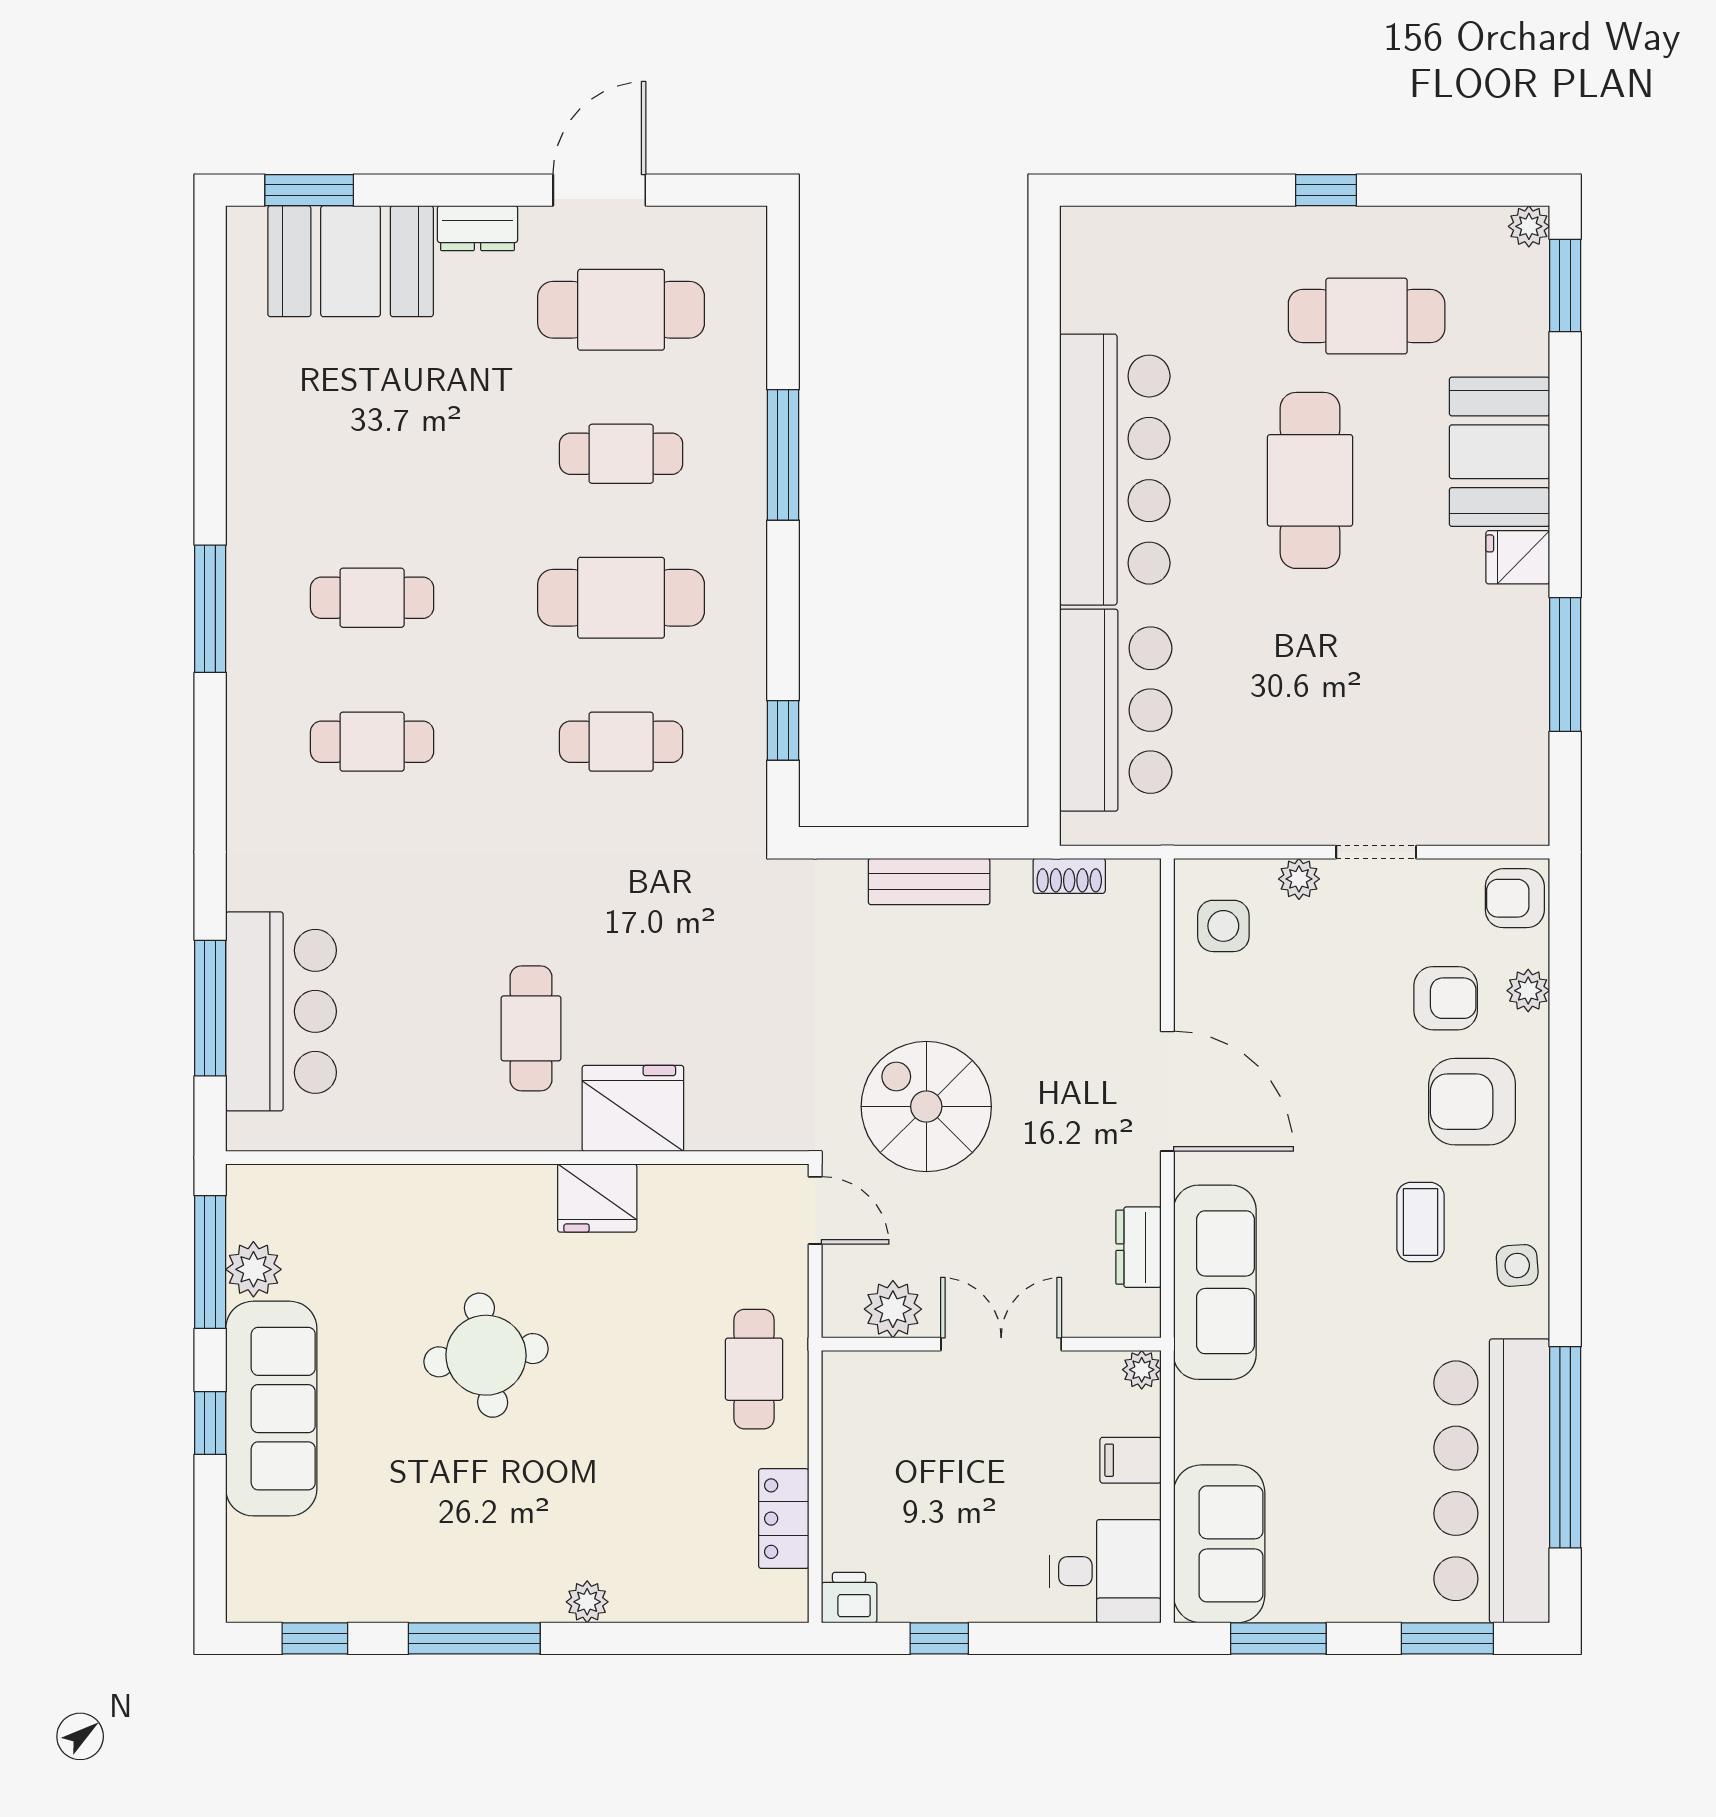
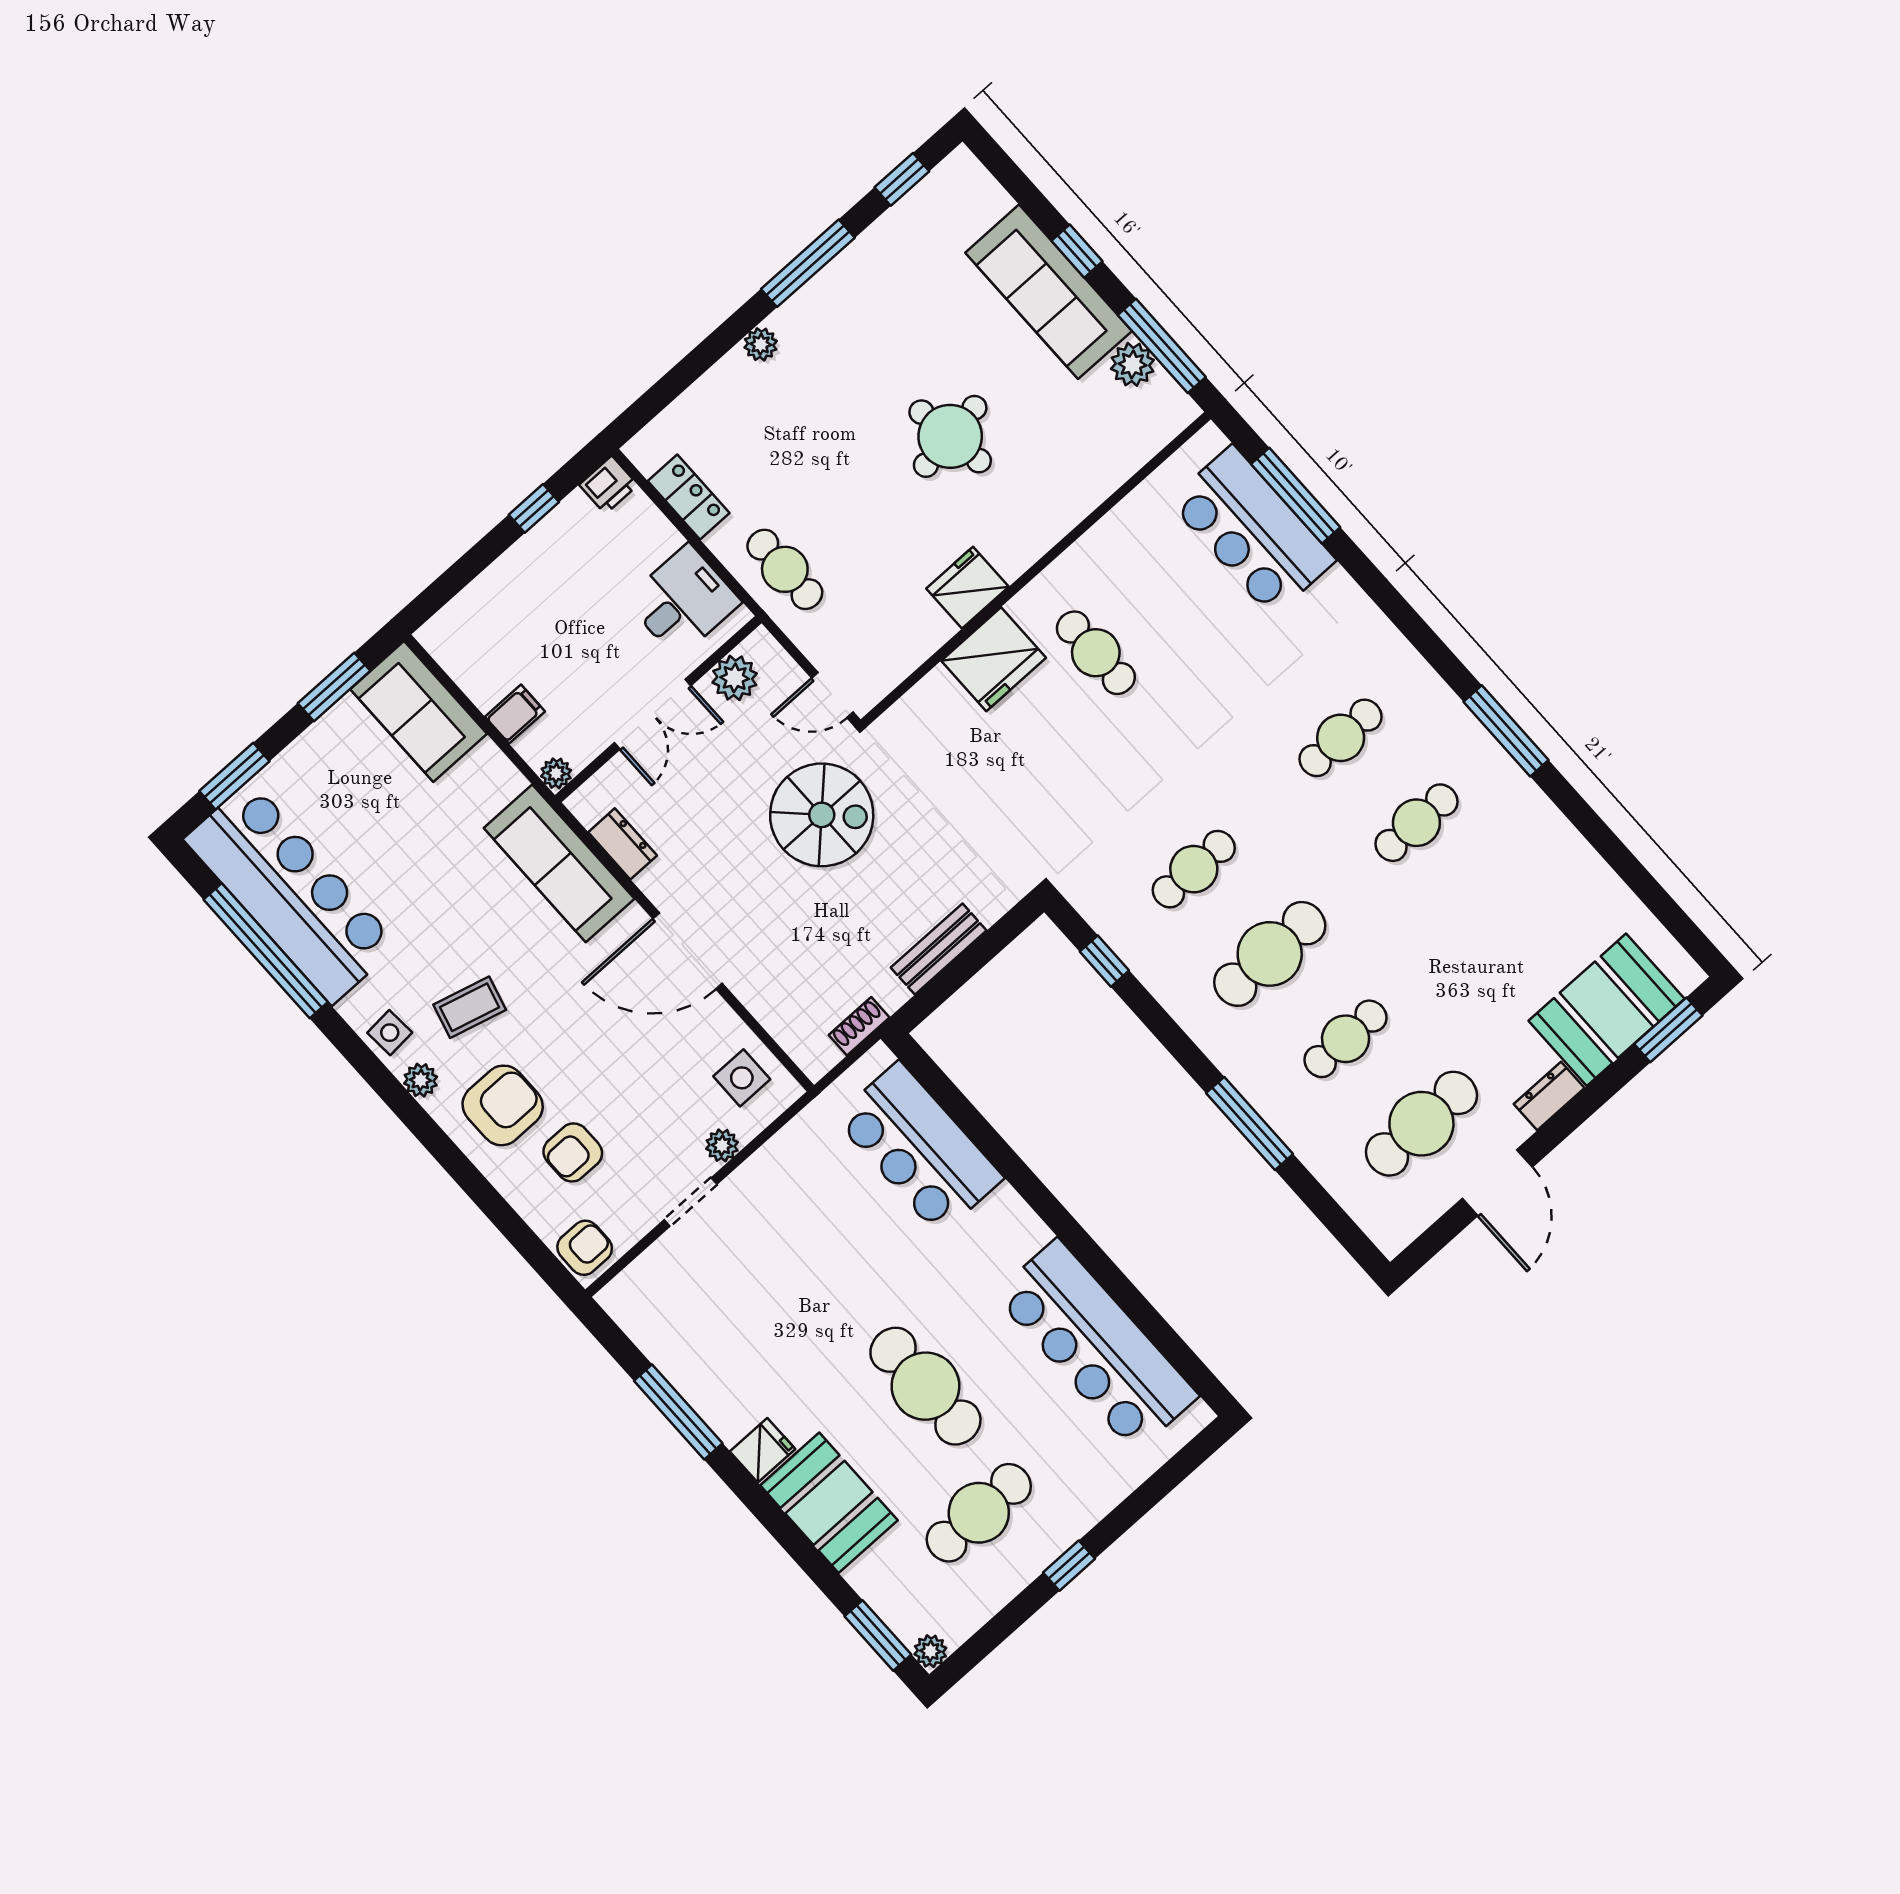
bar counter: (1115, 470) -> (1096, 1345), moved
plant: (1528, 991) -> (421, 1080), moved
coffee table: (1421, 1222) -> (470, 1007), turned -75
desk: (1105, 1571) -> (683, 601), moved, turned 180

